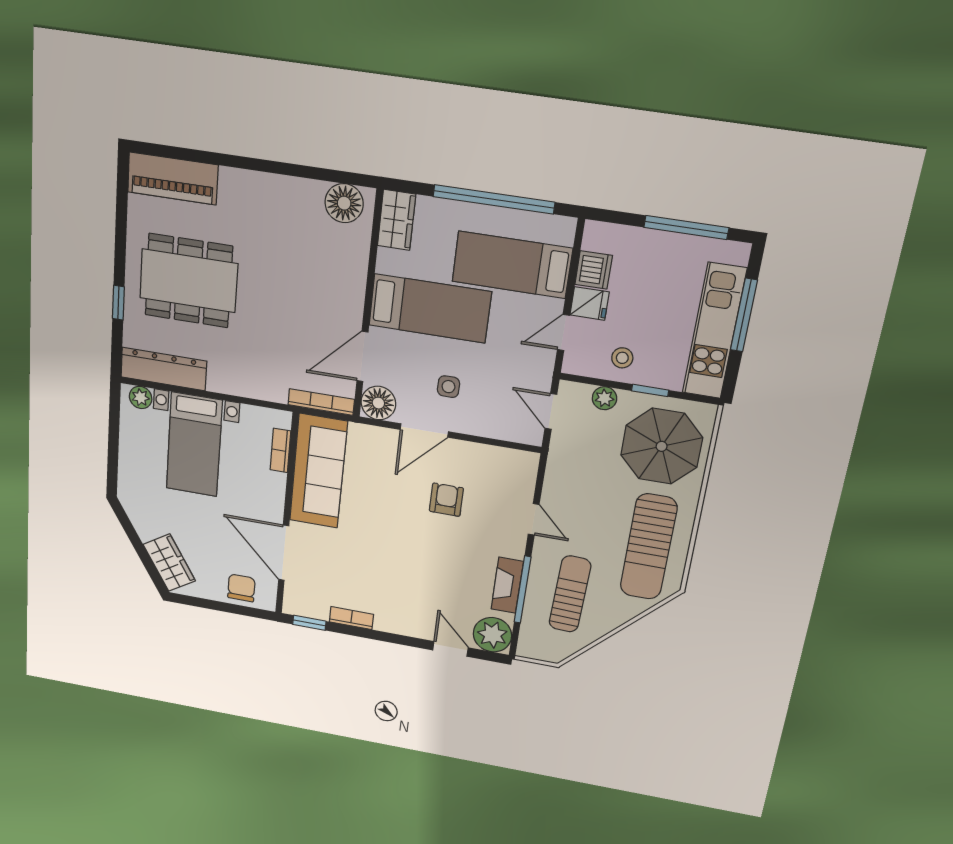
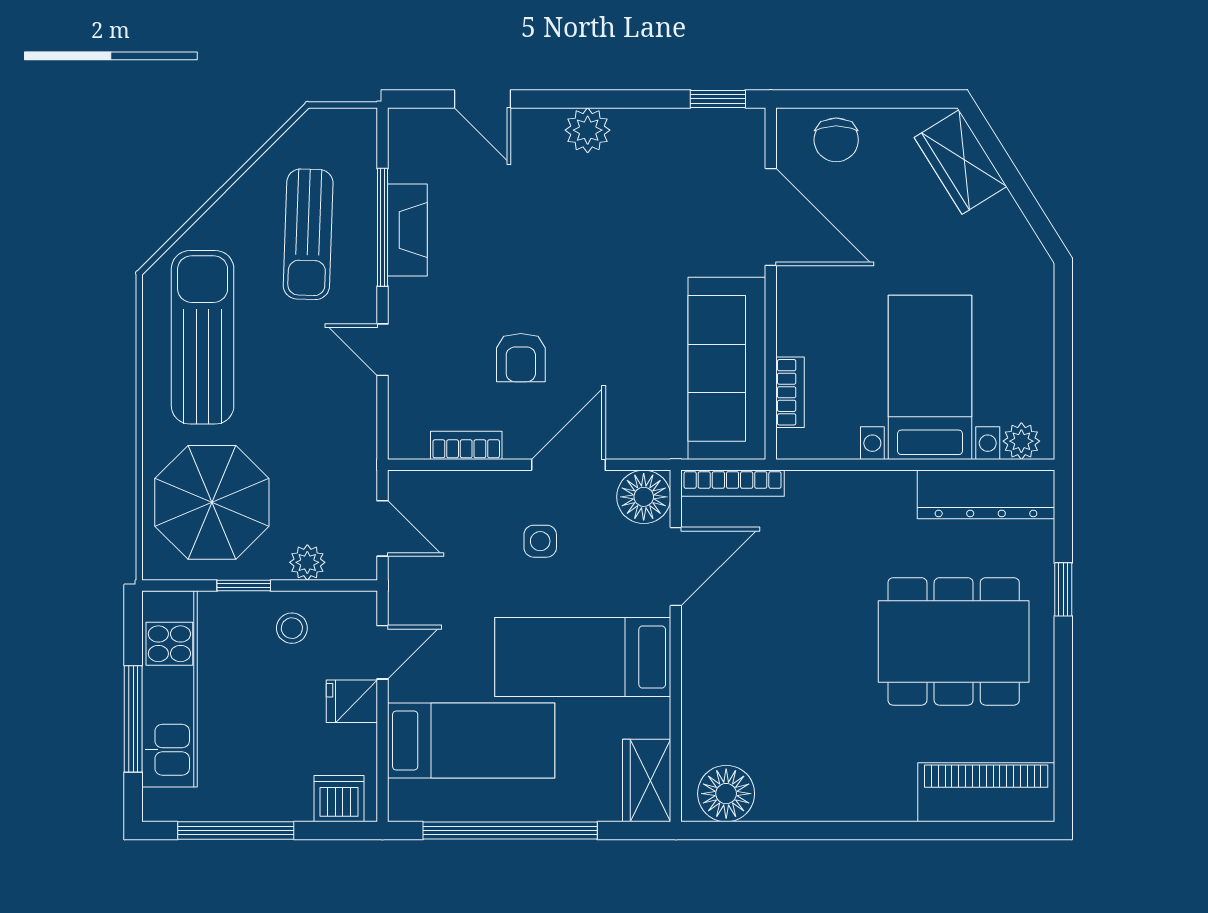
dishwasher: (594, 270) -> (339, 799), moved, turned 90
bookcase: (351, 618) -> (466, 445), moved, turned 180
plant: (492, 635) -> (588, 130), moved, width x0.73, depth x0.73

